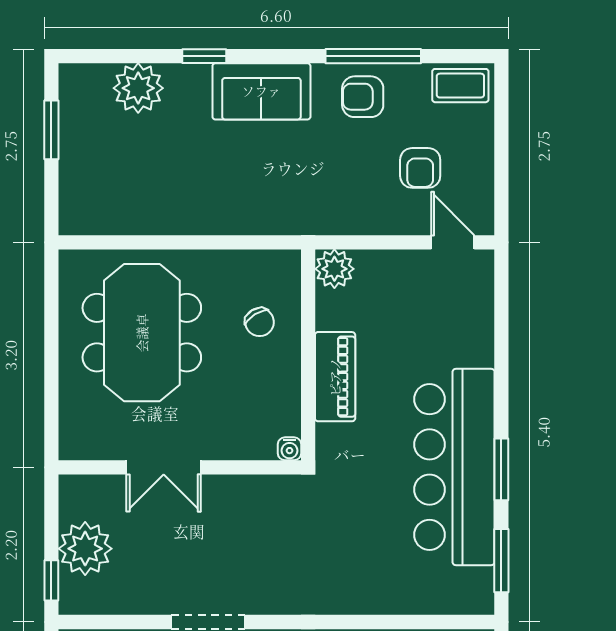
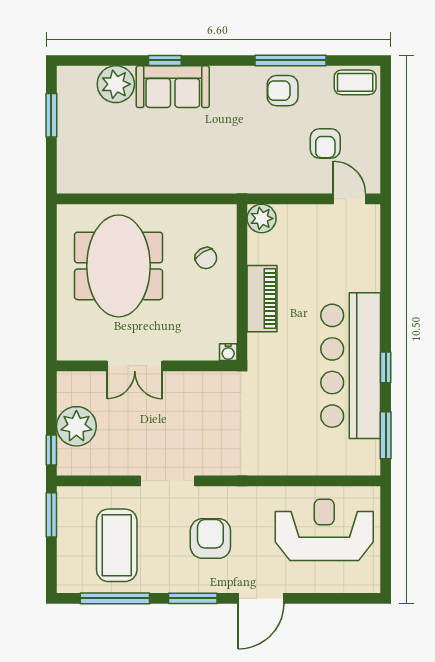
sofa: (261, 91) -> (173, 87), moved
window: (501, 469) -> (386, 367), width x0.67

